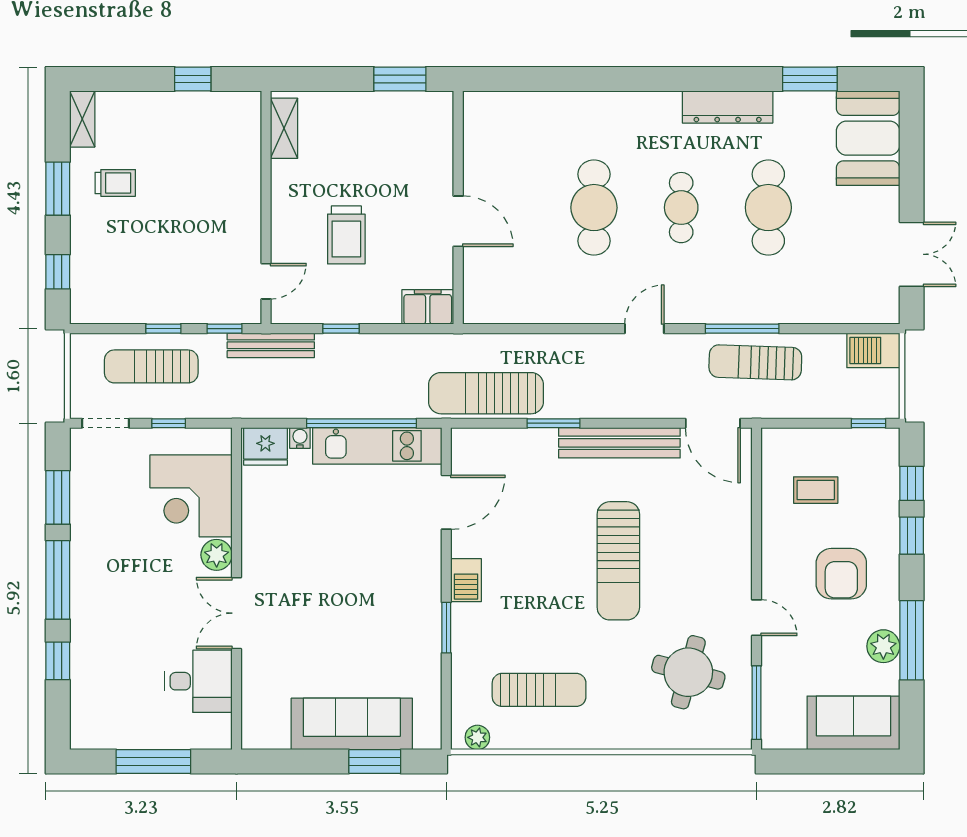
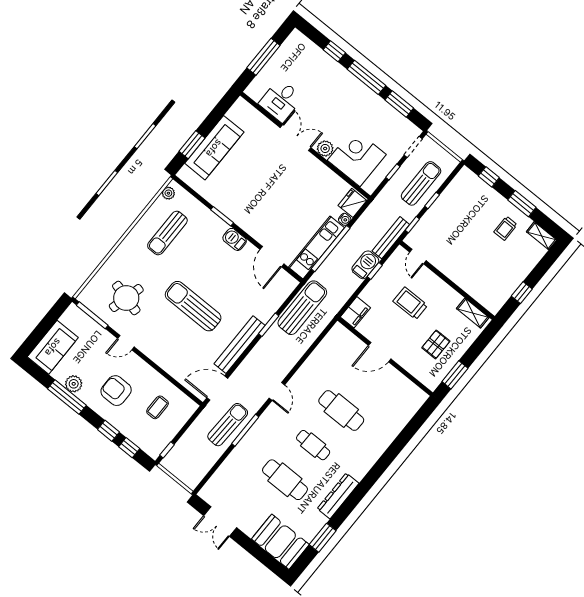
pallet: (377, 145) -> (436, 344), added
barbecue: (873, 350) -> (365, 265), moved

